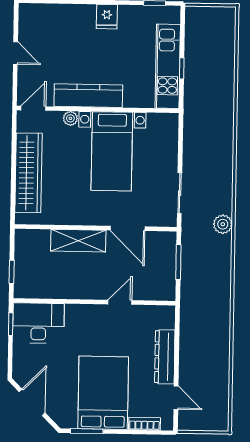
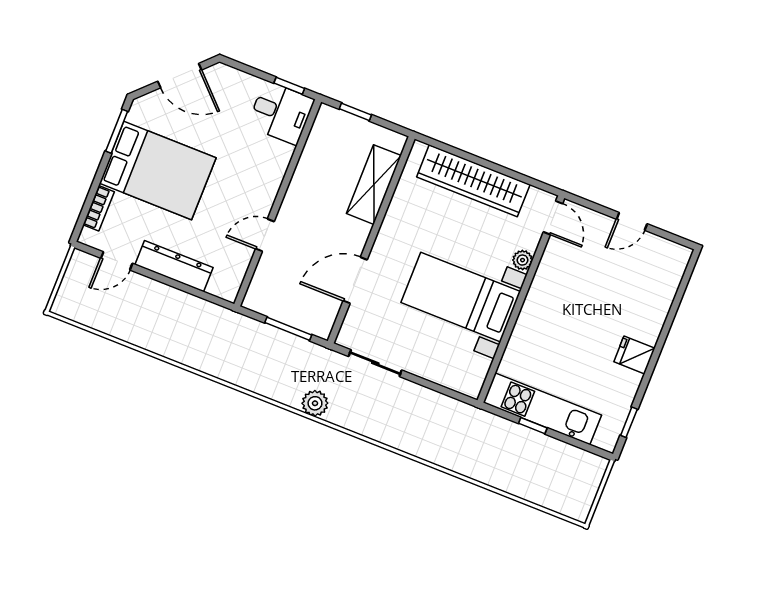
kitchen counter: (88, 96) -> (543, 294), removed
shelving: (78, 241) -> (374, 185), moved
door: (120, 302) -> (265, 235), swing flipped
desk: (38, 323) -> (281, 113), width x0.73

